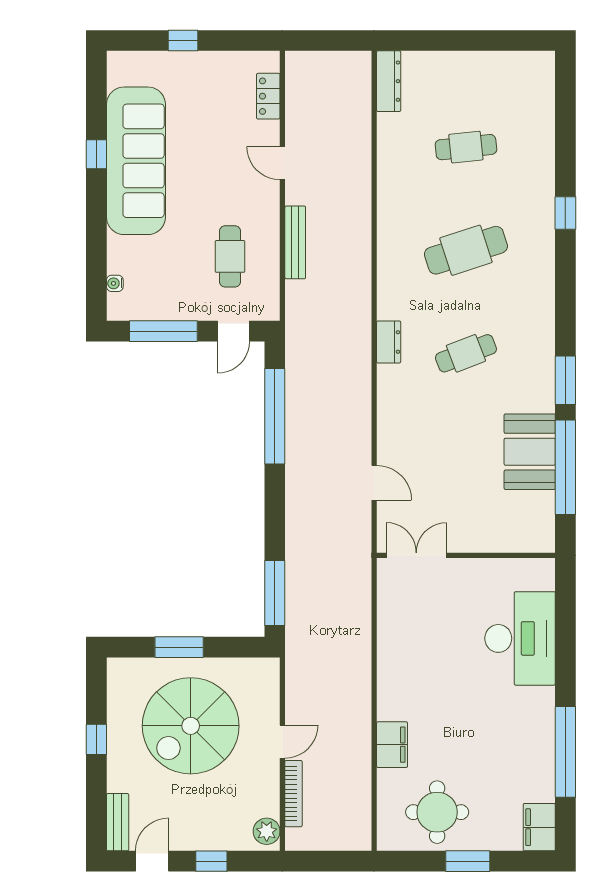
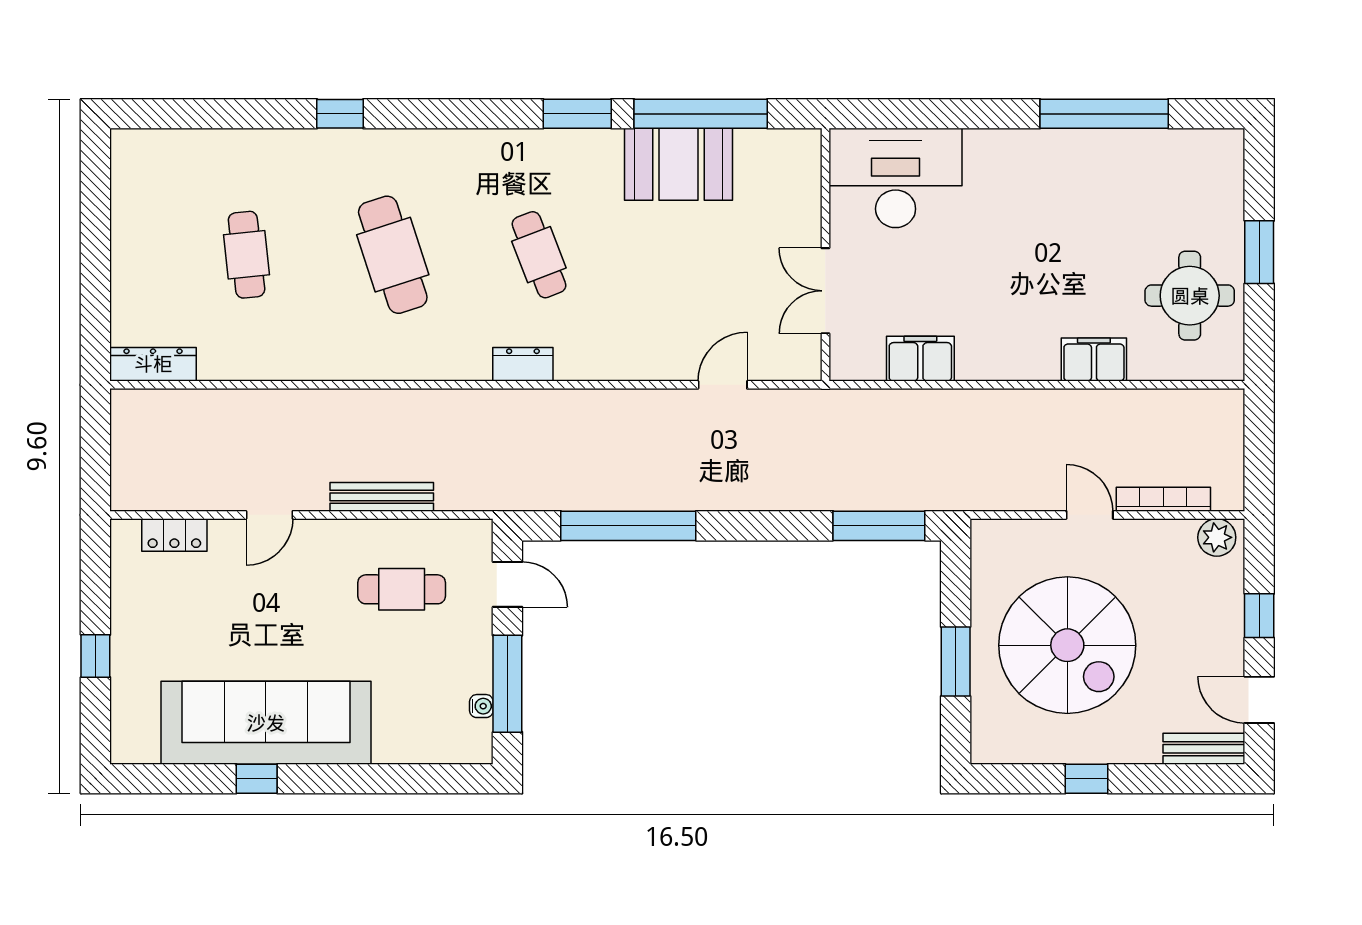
water cooler: (115, 283) -> (481, 706), moved, turned -90
double door: (416, 555) -> (825, 291), moved
desk: (520, 638) -> (896, 178), moved
filing cabinet: (539, 827) -> (920, 359), moved, turned 180

